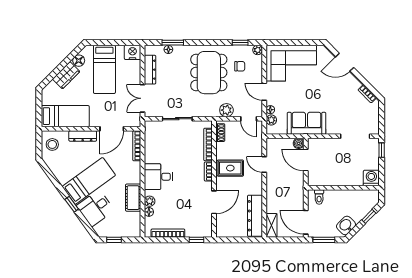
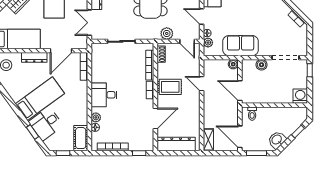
boiler: (329, 144) -> (262, 65), added
door: (306, 160) -> (240, 91), moved
cot: (133, 198) -> (81, 138), moved
window: (72, 204) -> (33, 132), moved
dresser: (255, 216) -> (176, 144), moved, turned 90

